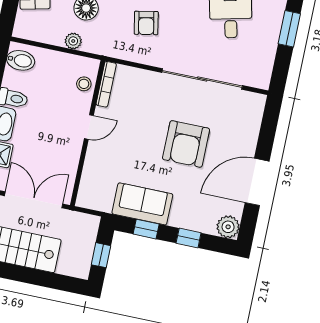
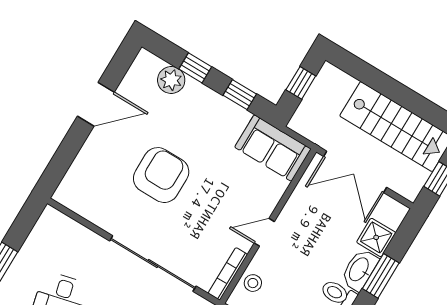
sliding door: (202, 79) -> (153, 263), moved
door: (257, 182) -> (96, 104), width x0.73
sofa: (142, 204) -> (273, 148), moved
plant: (228, 227) -> (171, 80), moved

